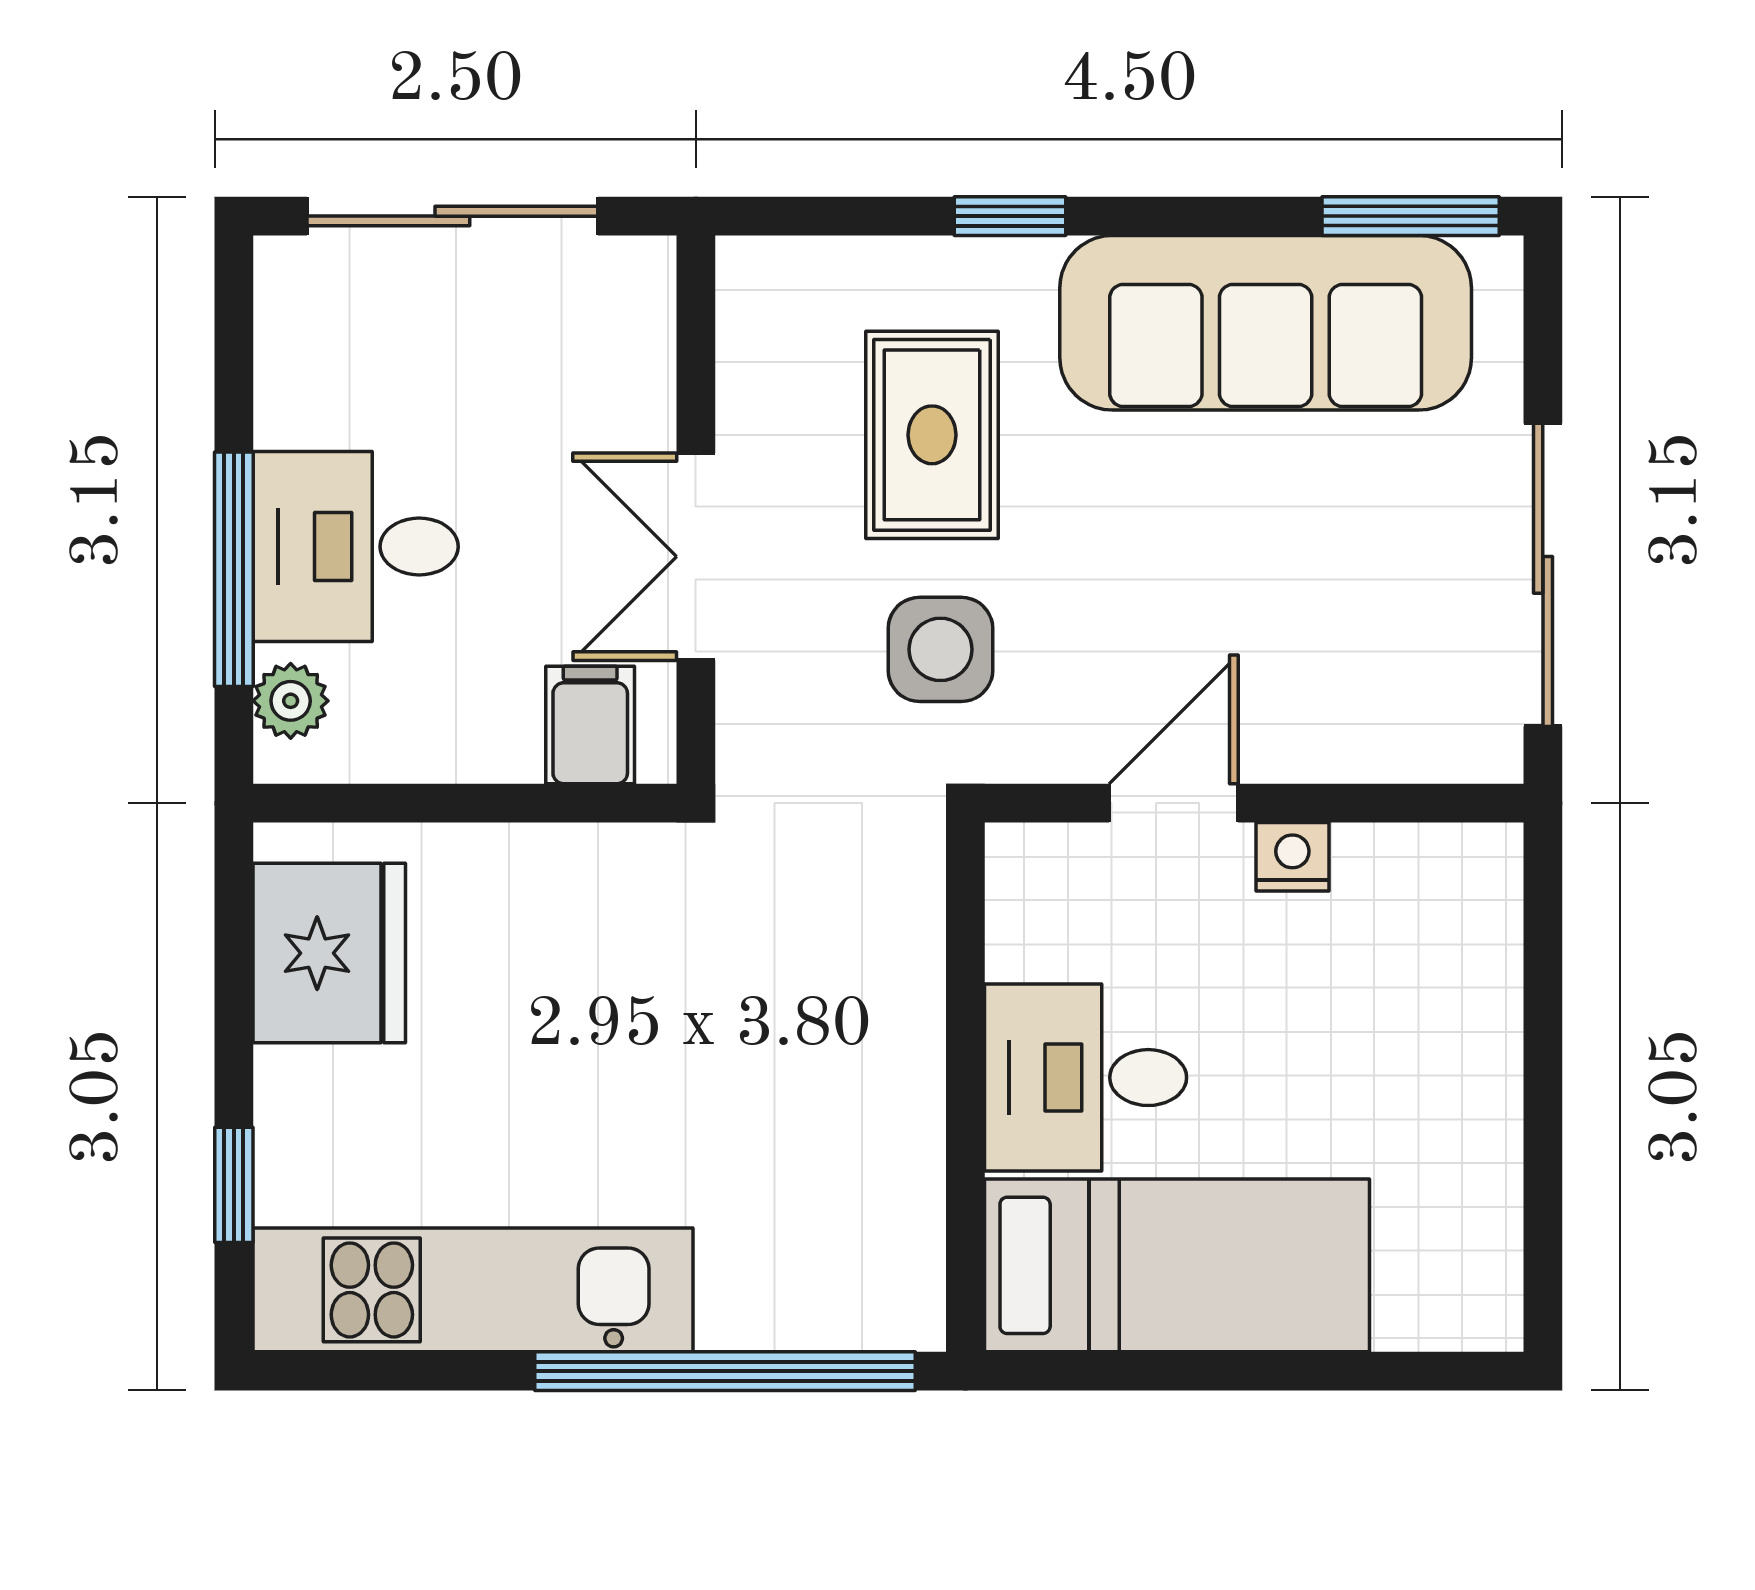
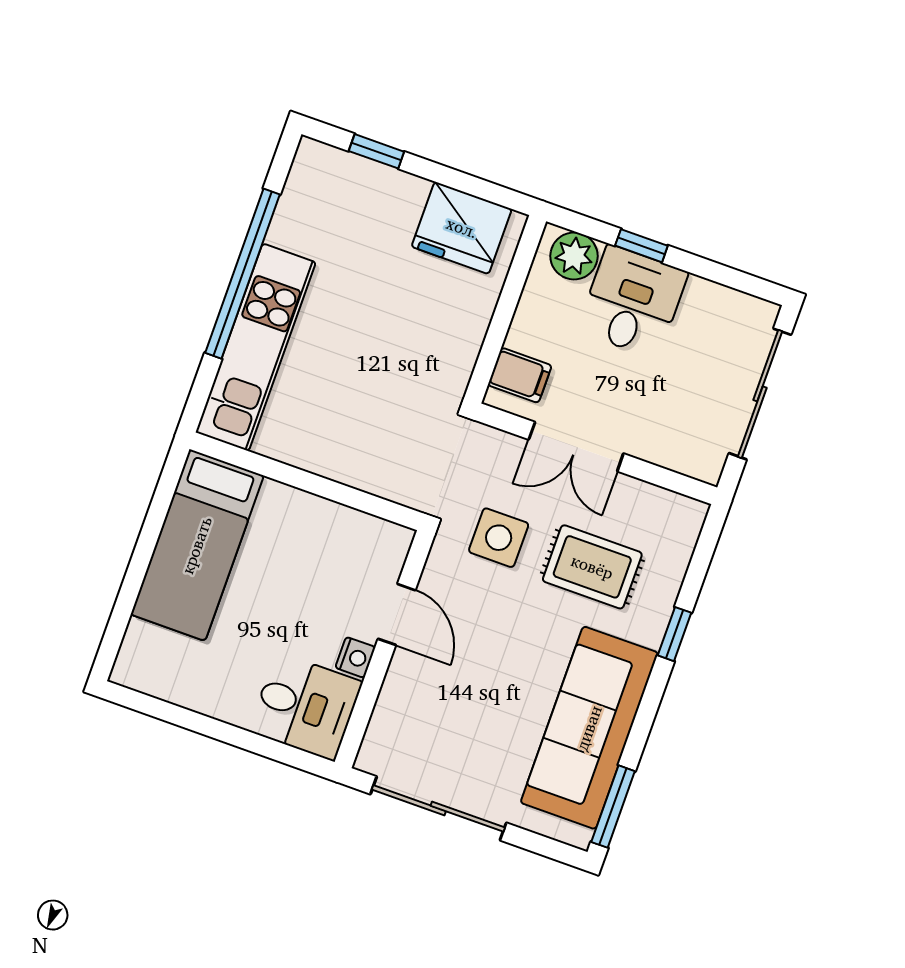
double door: (696, 557) -> (576, 447), swing flipped
window: (234, 569) -> (641, 246), width x0.46
plant: (291, 701) -> (574, 256), width x1.38, depth x1.38
desk: (1086, 1078) -> (306, 706), moved, turned 90
kitchen unit: (473, 1290) -> (256, 347), moved
window: (725, 1371) -> (242, 274), moved

